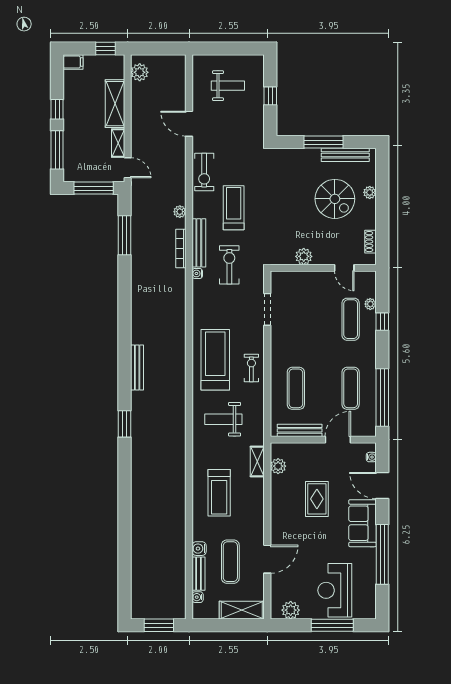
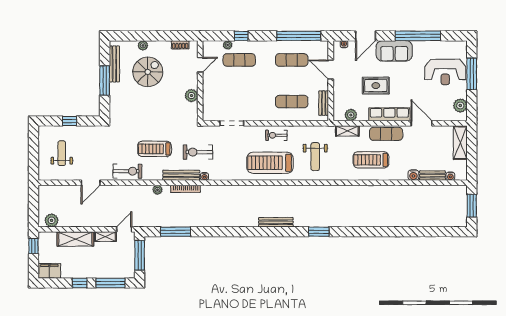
filing cabinet: (73, 62) -> (49, 271), width x2.00
bench: (300, 430) -> (324, 103), width x0.73
treadmill: (219, 493) -> (371, 160), turned 180
row of seats: (279, 517) -> (389, 114), added
exercise mat: (230, 562) -> (386, 134), moved

